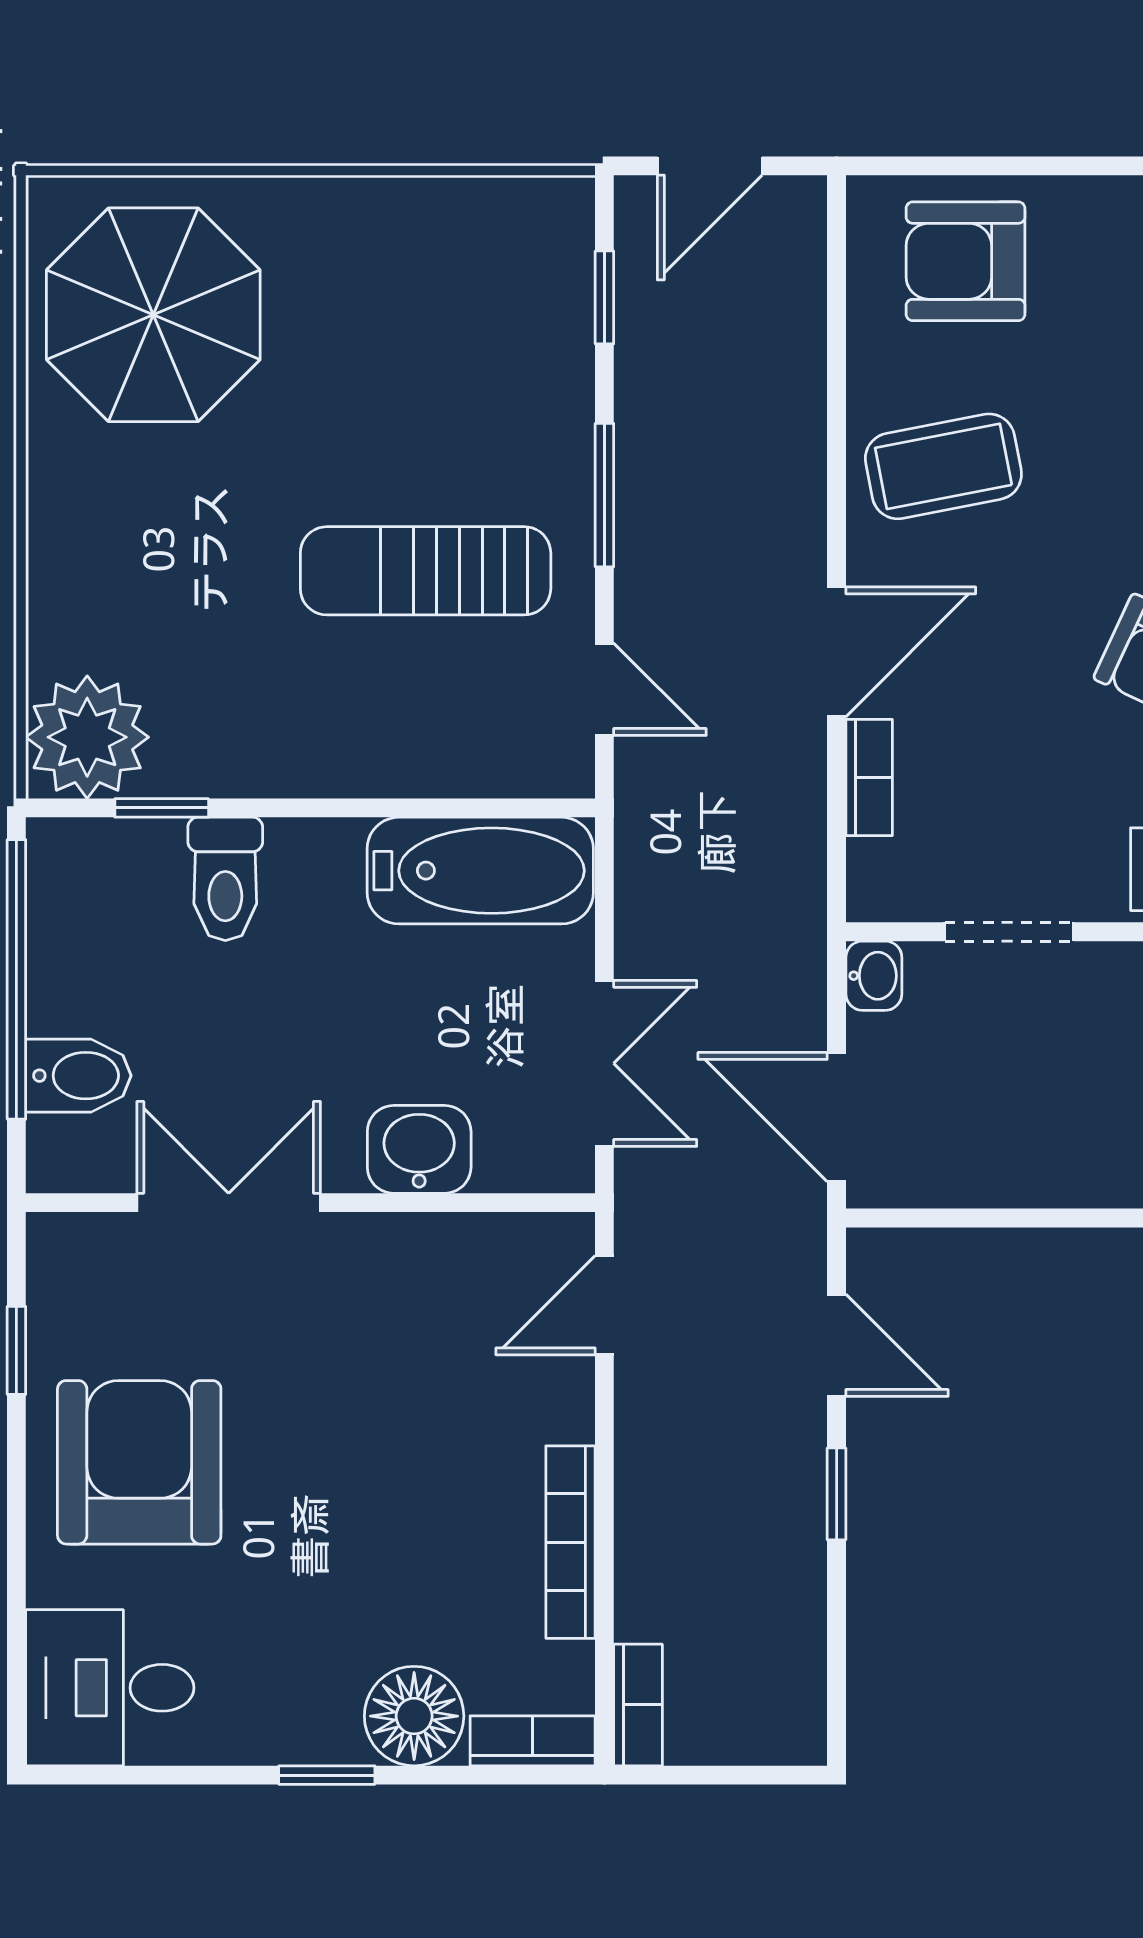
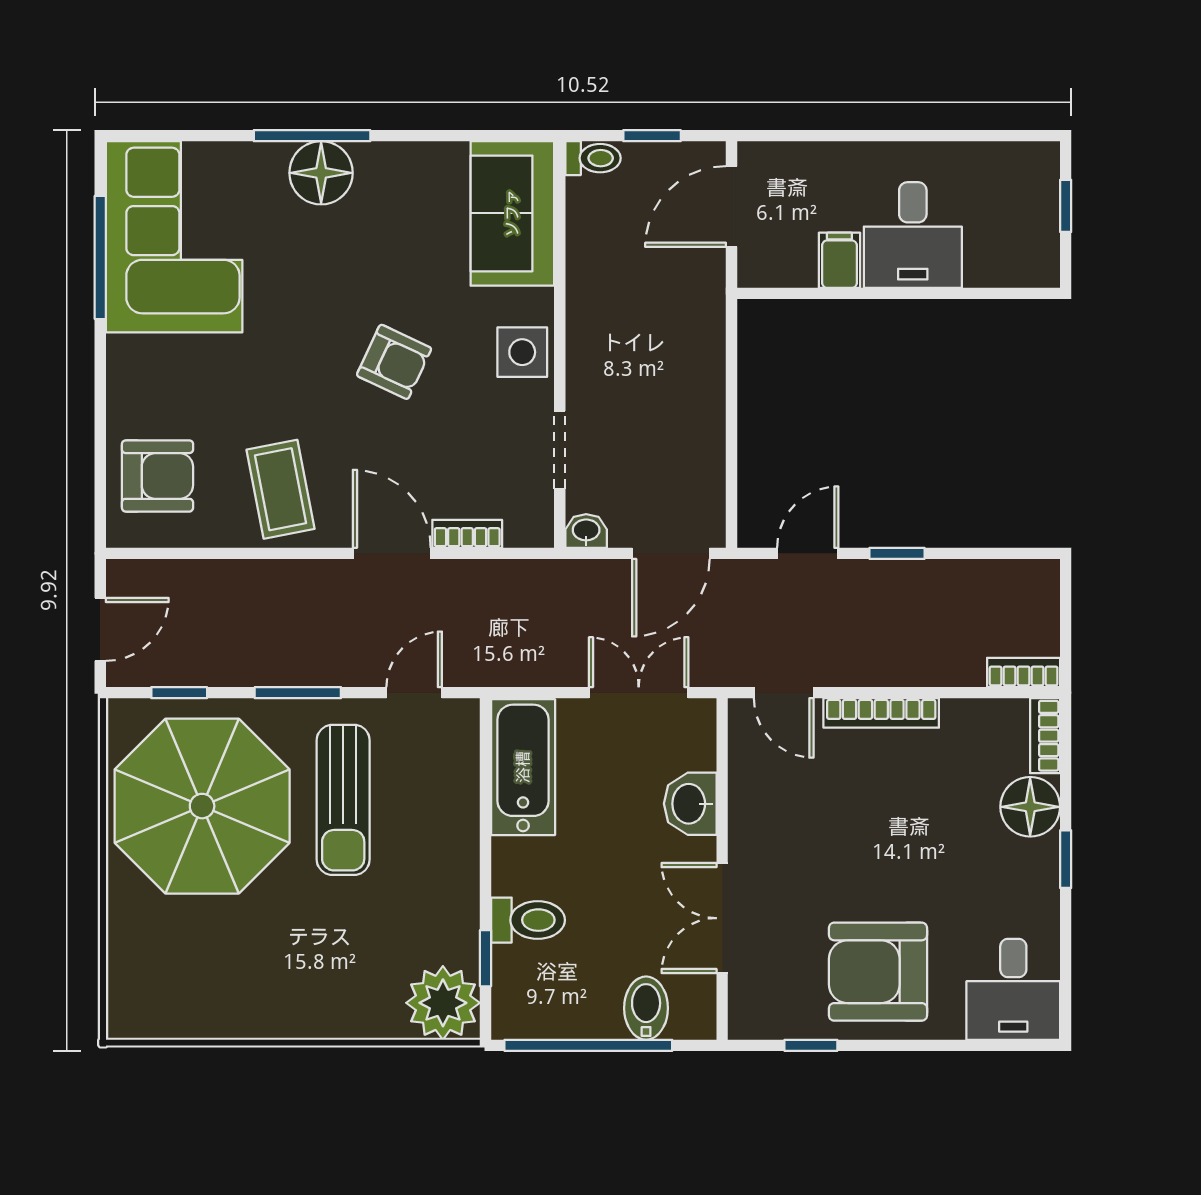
door: (710, 166) -> (100, 629), hinge flipped
armchair: (966, 261) -> (157, 476), turned -90
parasol: (153, 315) -> (202, 806), moved, width x1.36, depth x1.36
bookcase: (570, 1542) -> (881, 713), moved

